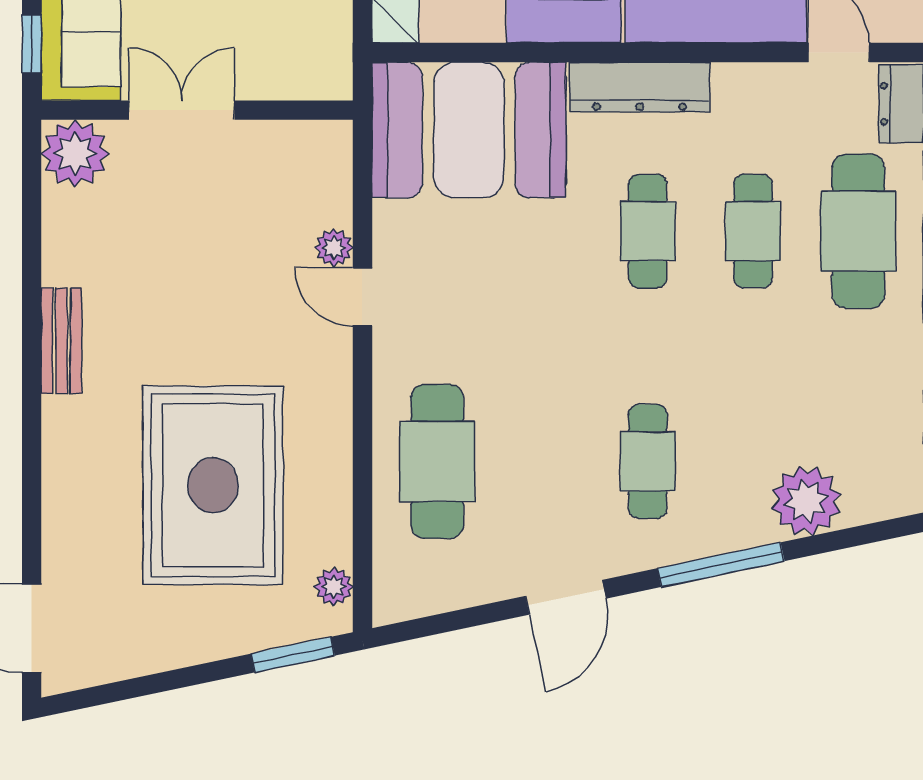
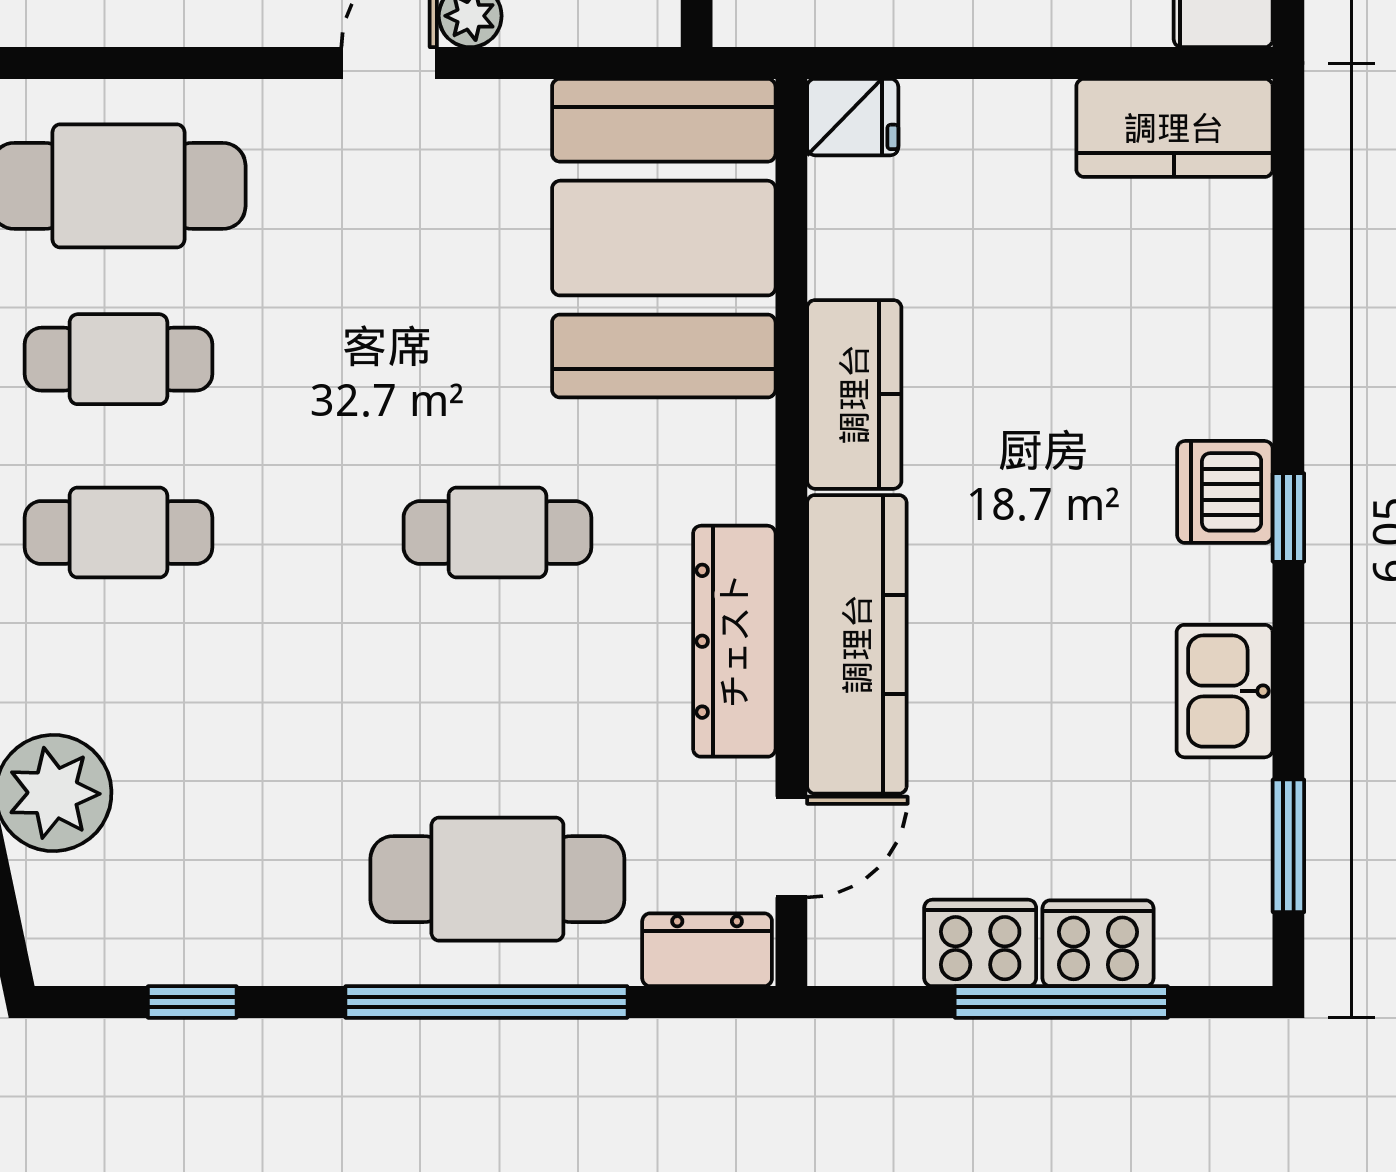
dresser: (640, 87) -> (734, 641), moved
cafe table: (753, 231) -> (118, 359), moved

